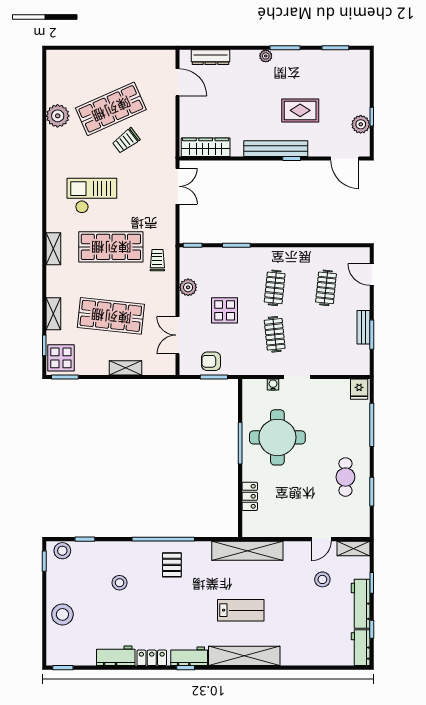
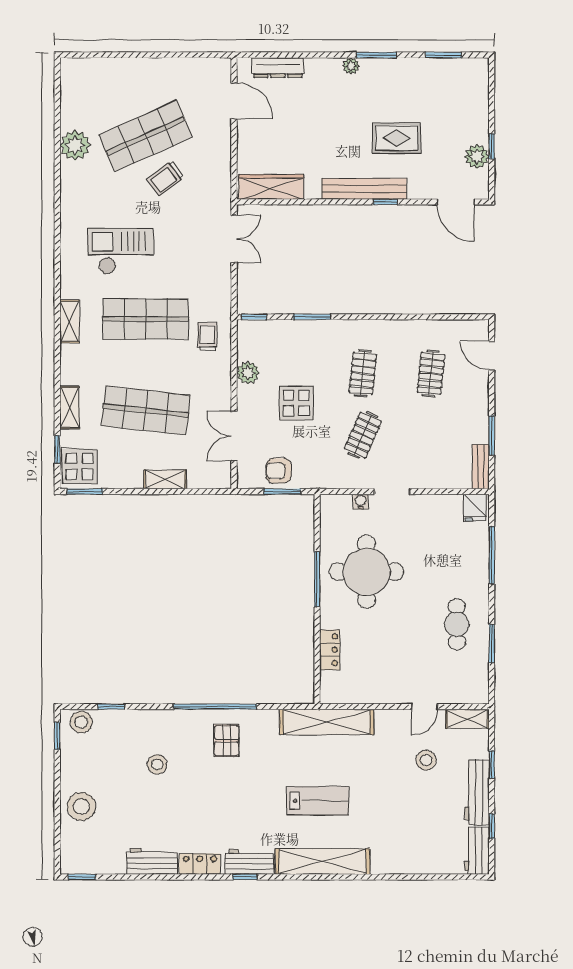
bench: (363, 327) -> (481, 467), moved
clothes rail: (275, 334) -> (363, 435), turned 30

